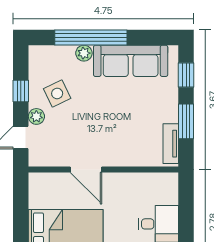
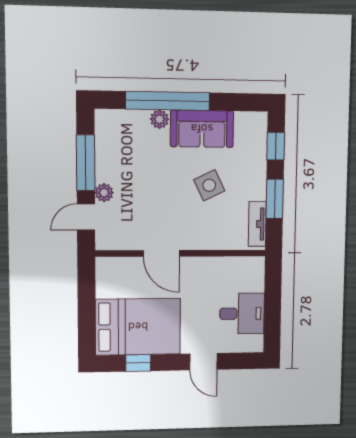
sofa: (131, 61) -> (202, 129), width x0.73
window: (21, 91) -> (86, 163), width x2.17
side table: (57, 93) -> (209, 185), moved

